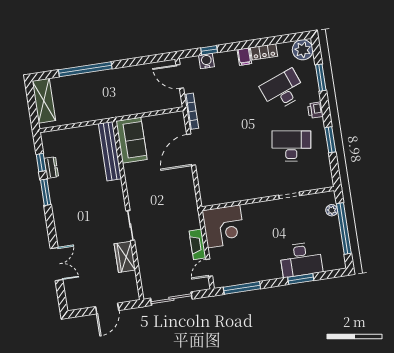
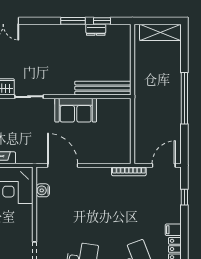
water cooler: (206, 61) -> (43, 190), moved, turned 180
window: (85, 69) -> (184, 98), moved
sofa: (132, 140) -> (76, 110), moved
door: (191, 150) -> (63, 165), moved

